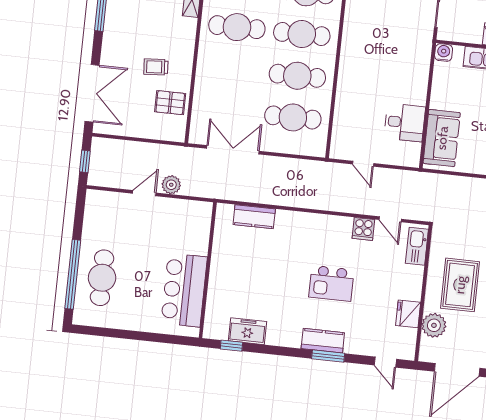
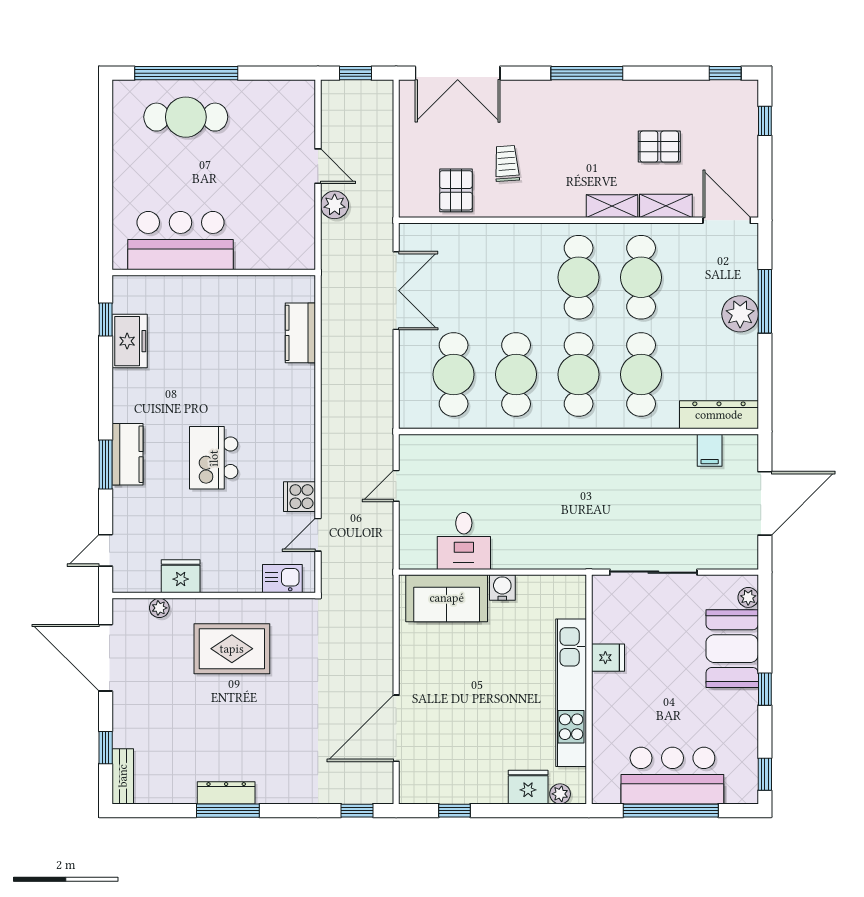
water cooler: (444, 53) -> (502, 587), moved, turned -90
kitchen sink: (417, 246) -> (282, 579), width x0.73
plant: (434, 325) -> (159, 608), width x0.53, depth x0.53

